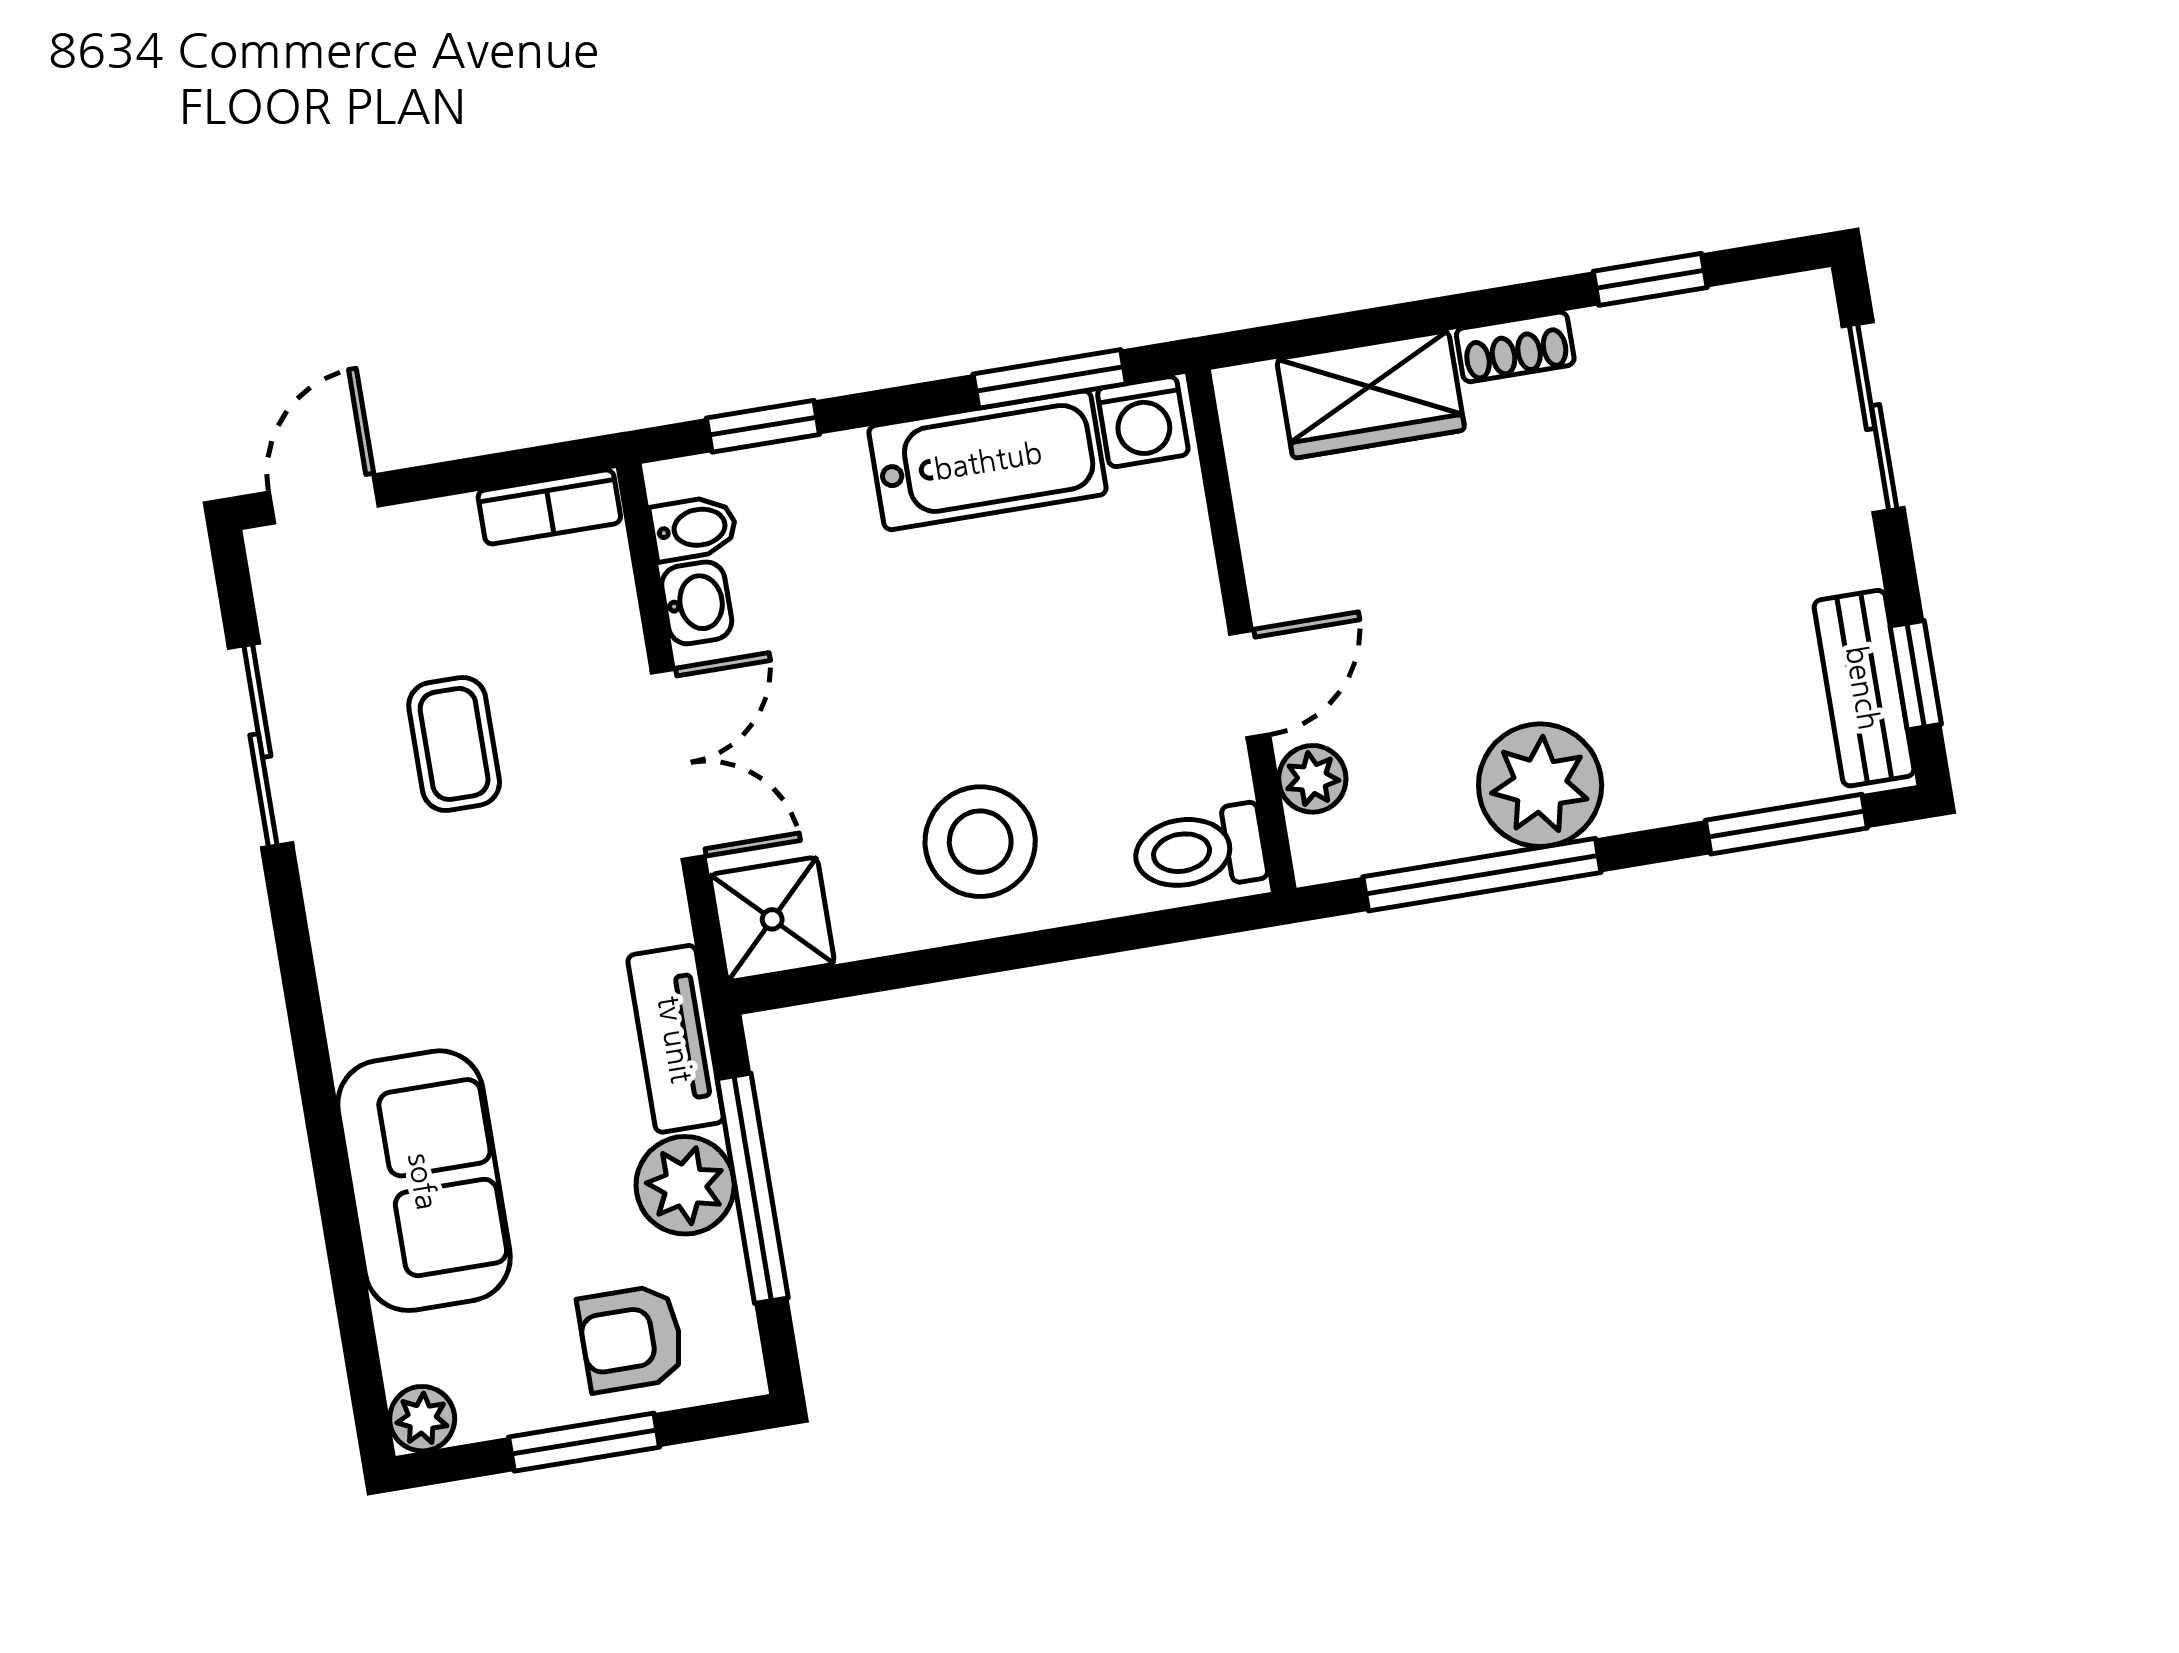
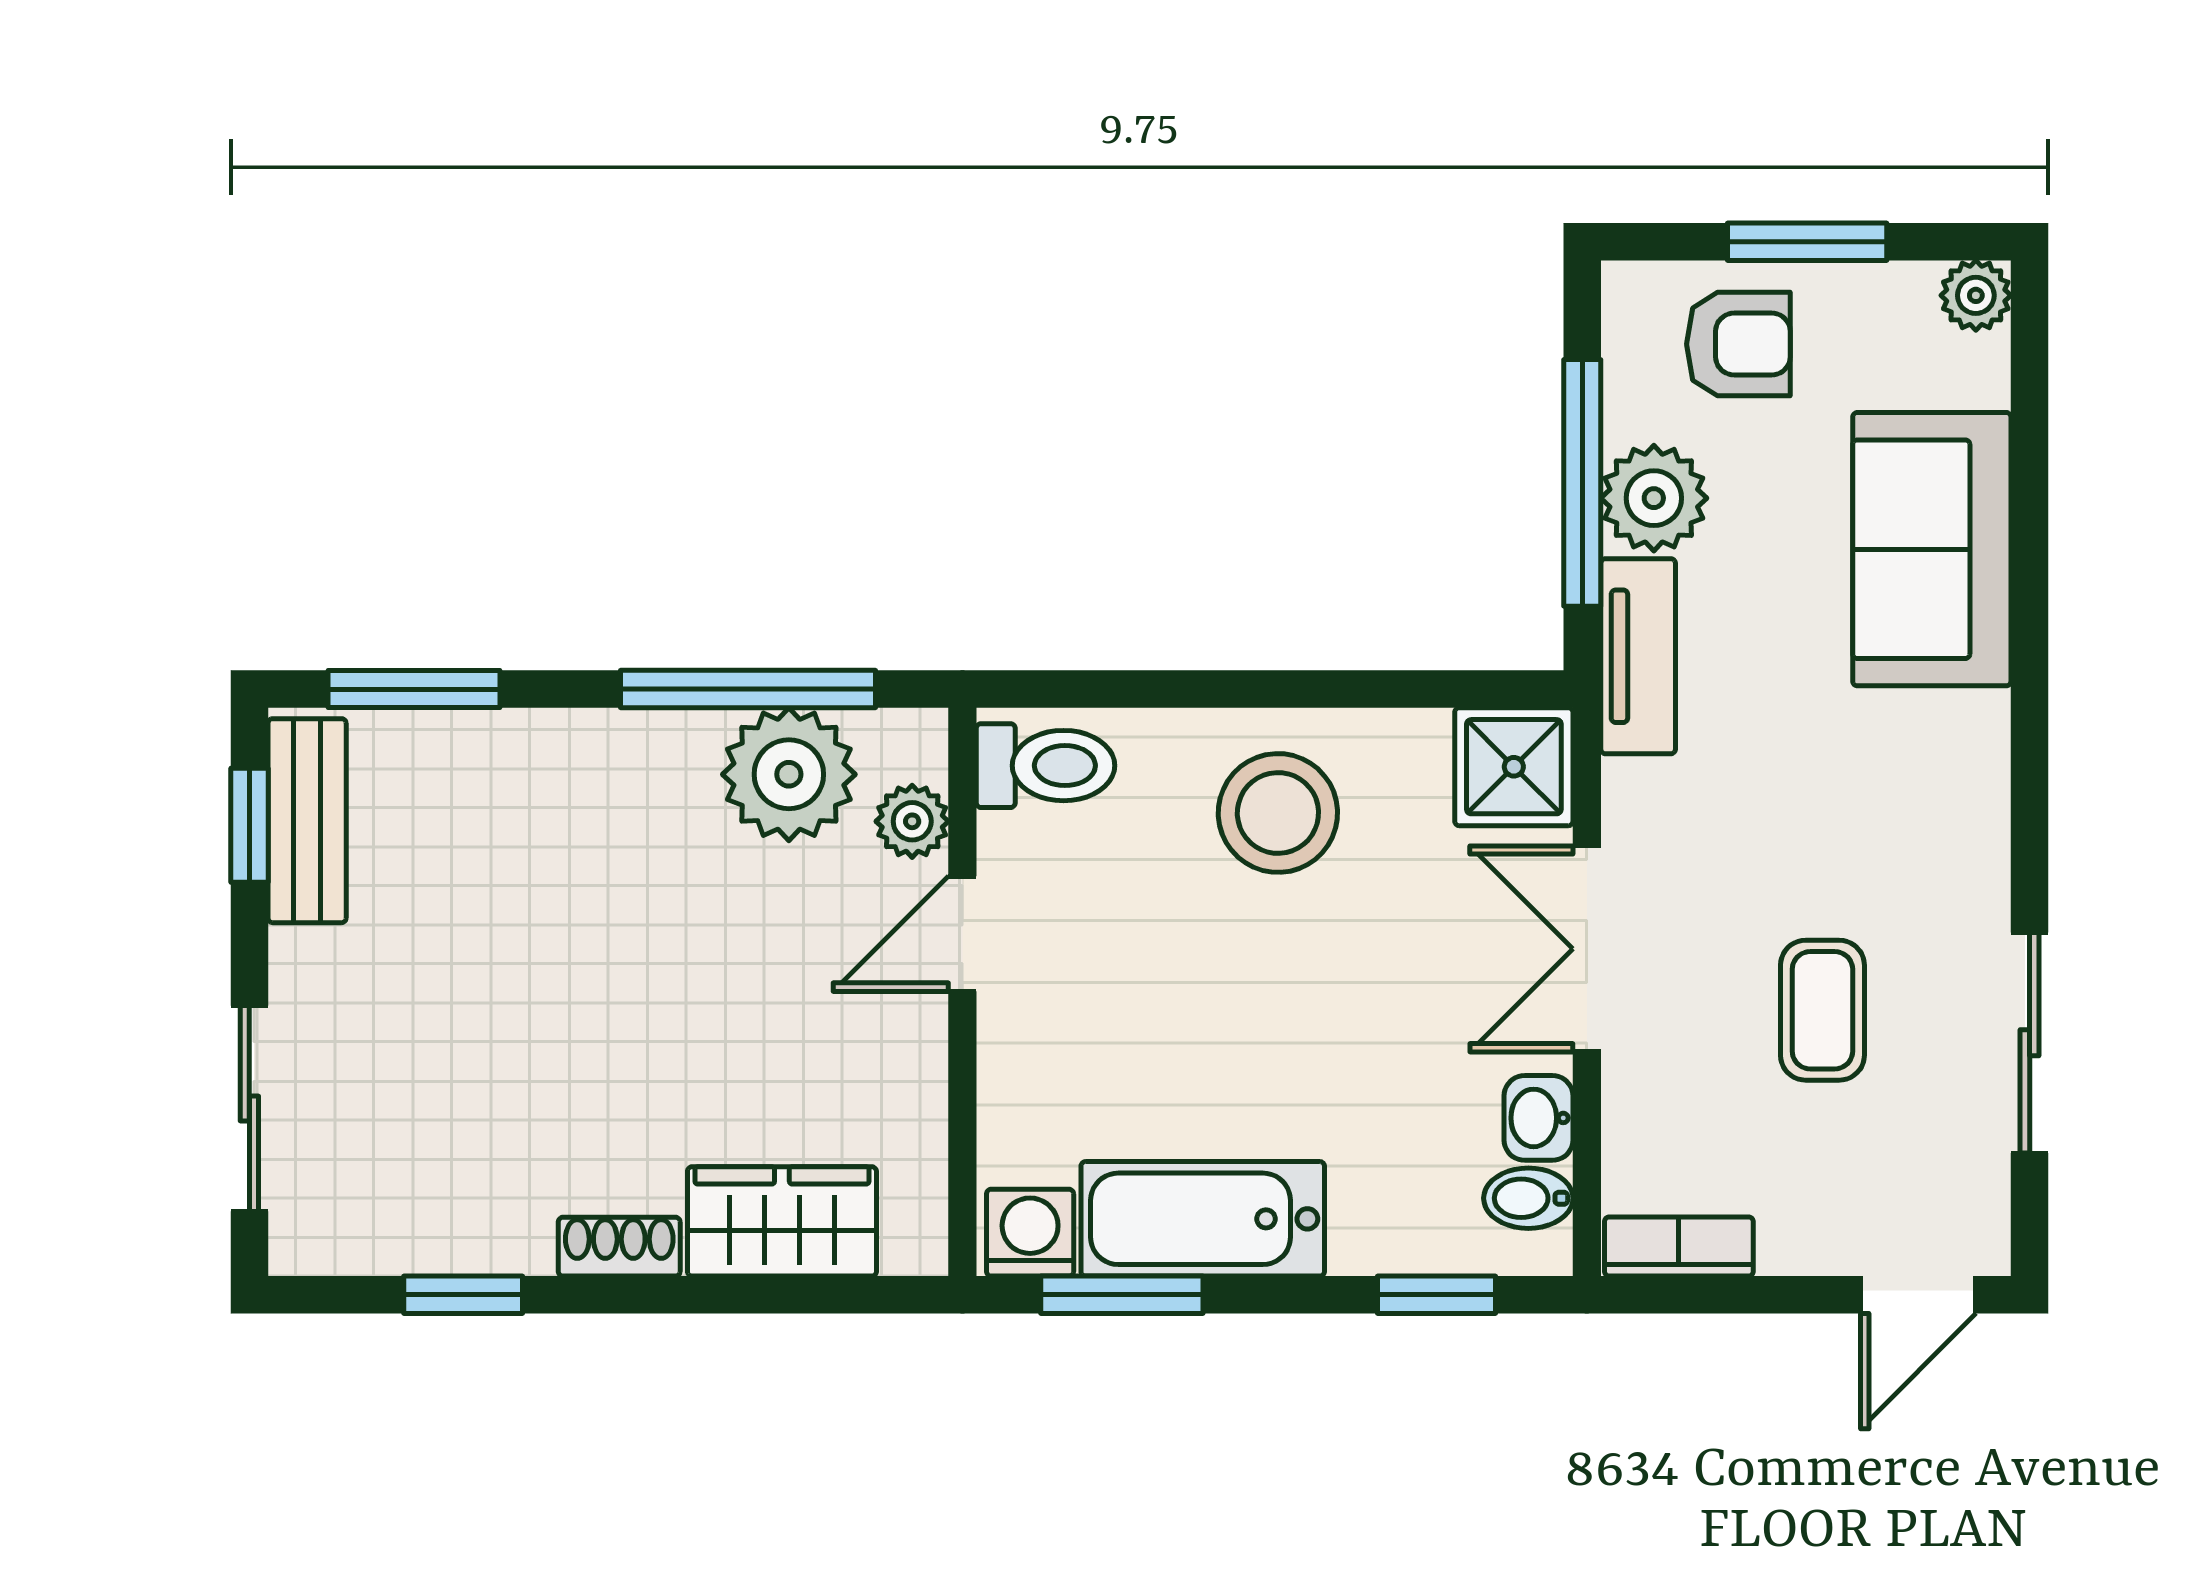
plant: (1540, 785) -> (789, 774), moved

